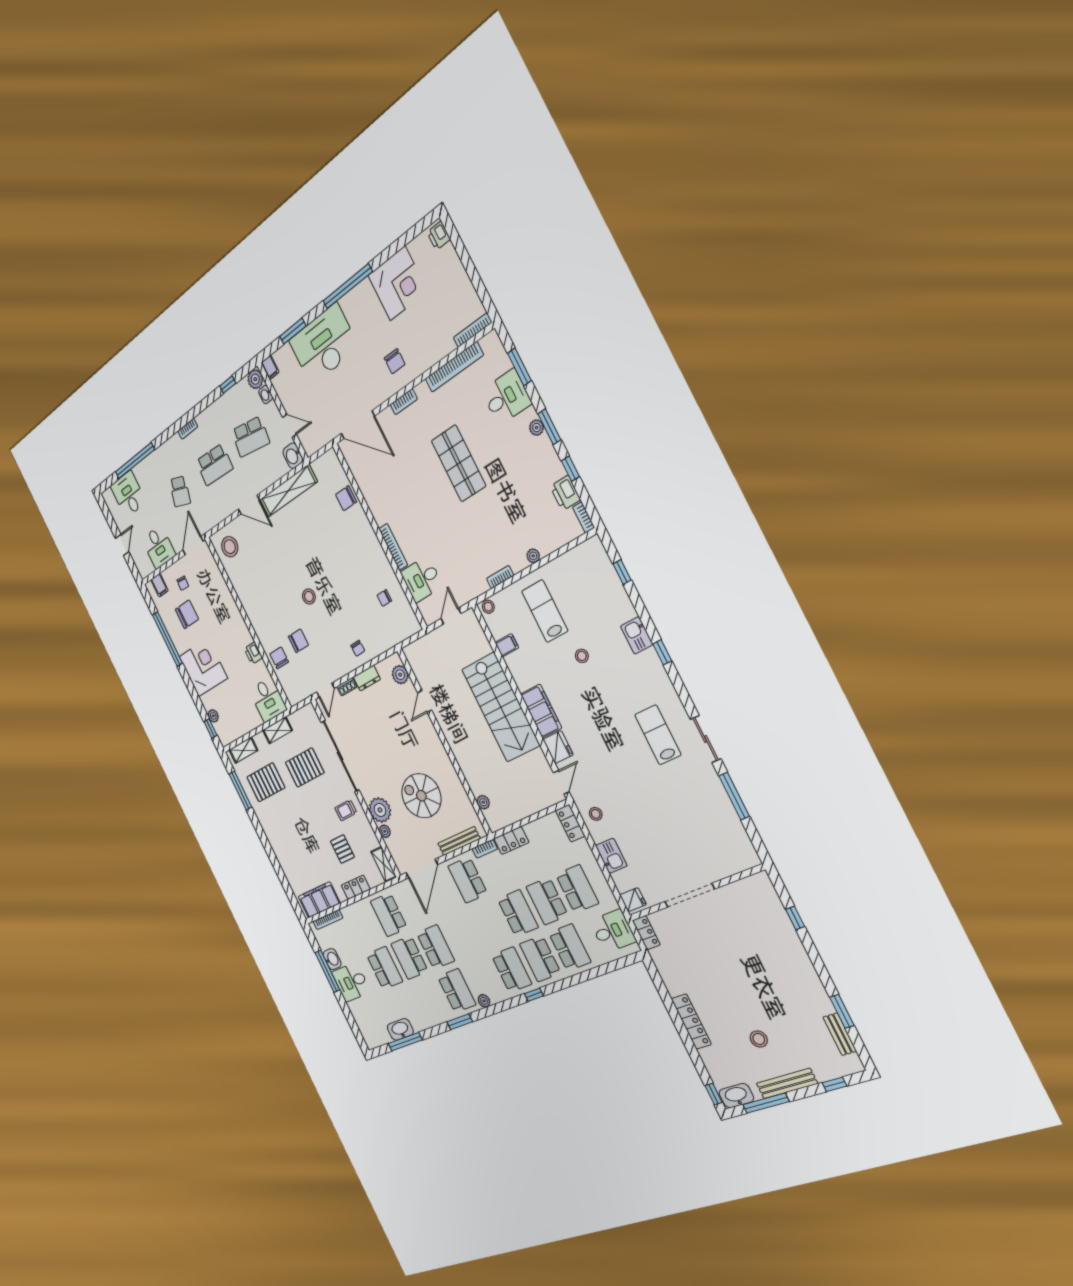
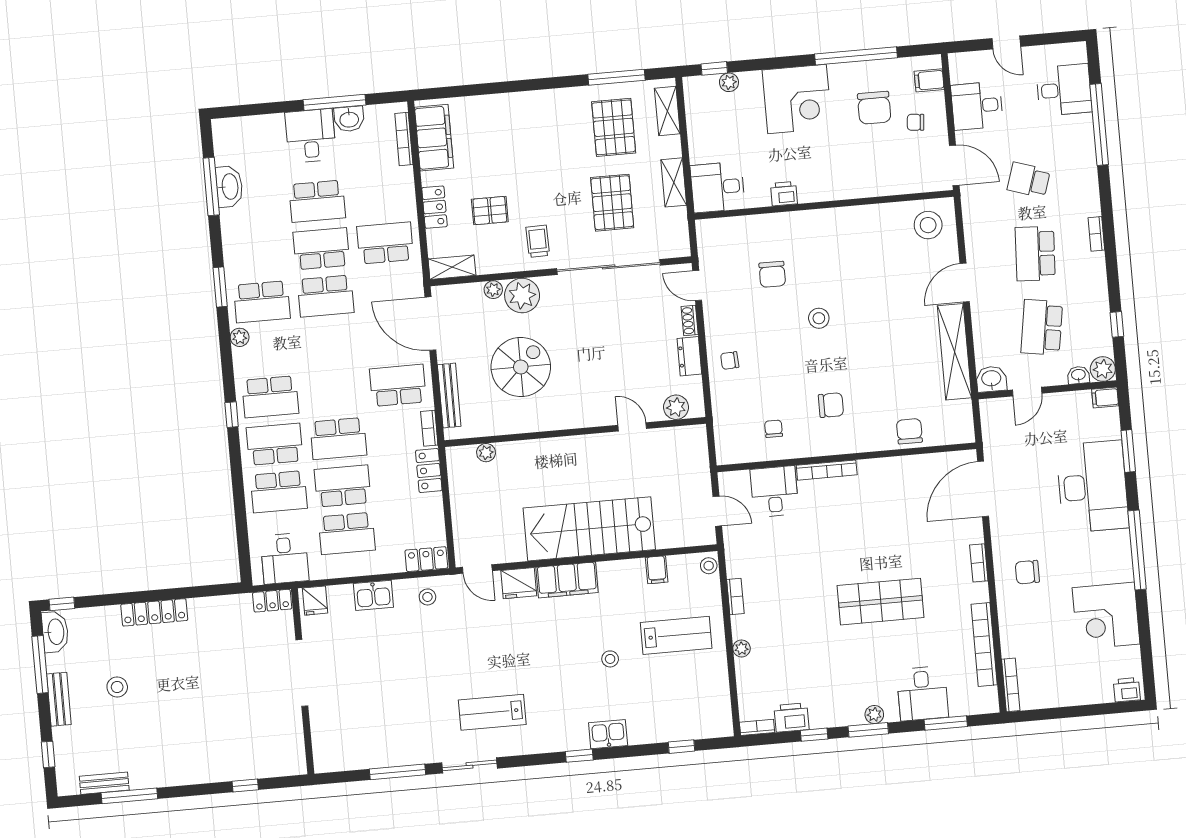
chair: (279, 658) -> (831, 405), moved
lab bench: (658, 735) -> (492, 712), turned 180
window: (842, 1011) -> (129, 796), width x1.44
bench: (787, 1083) -> (59, 699), width x0.73

